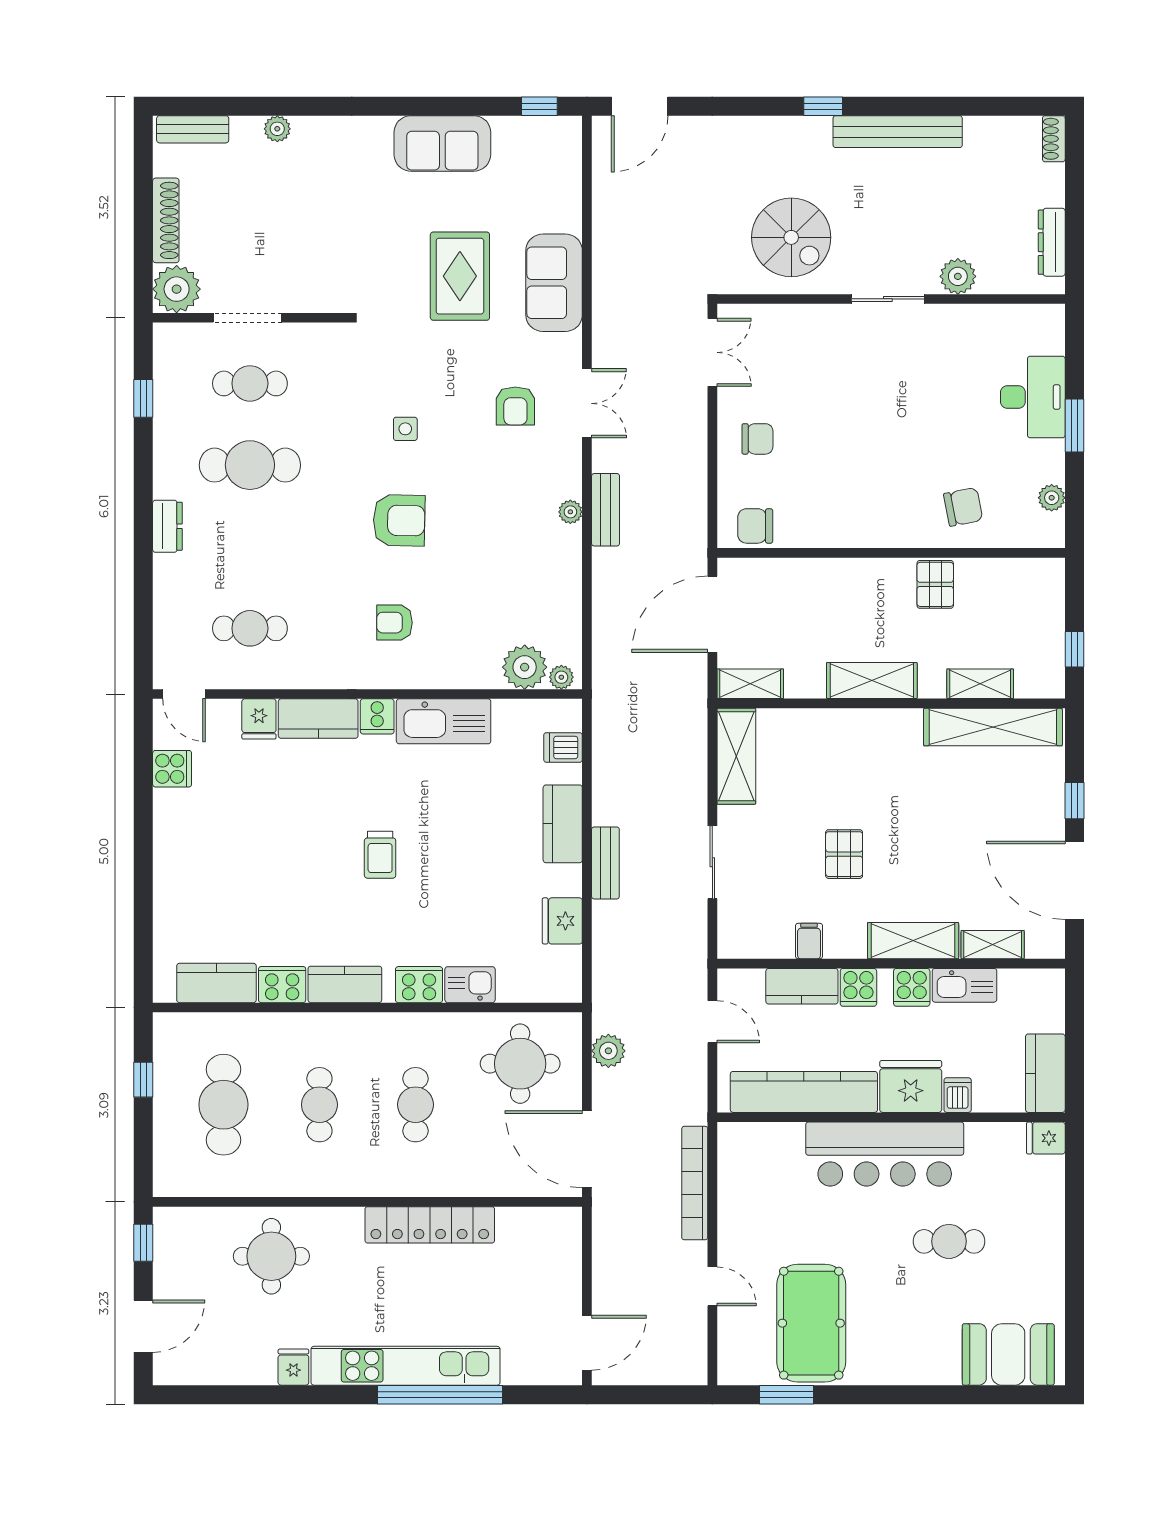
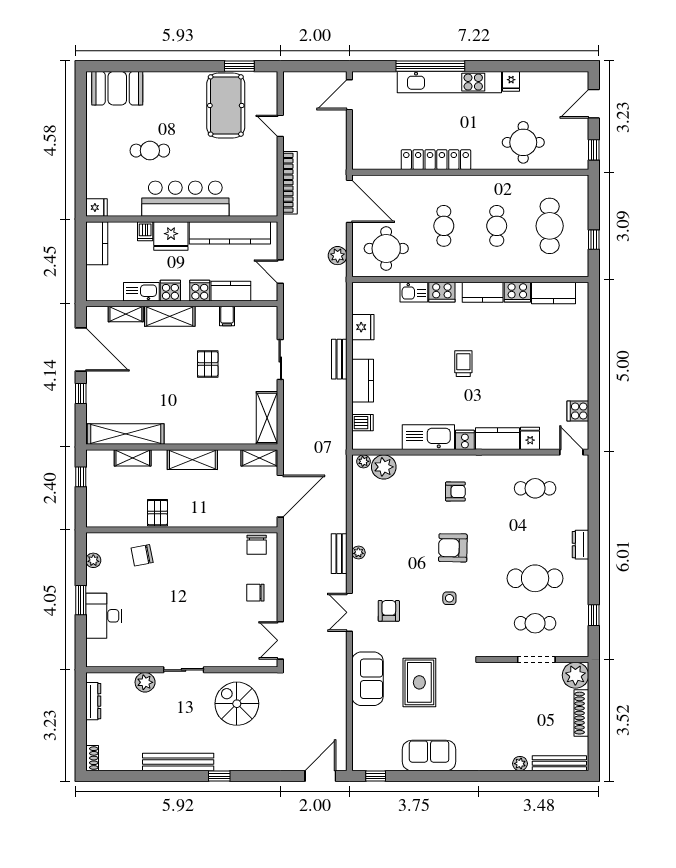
bench: (193, 129) -> (559, 763), width x1.36
chair: (755, 526) -> (257, 545), turned 90

